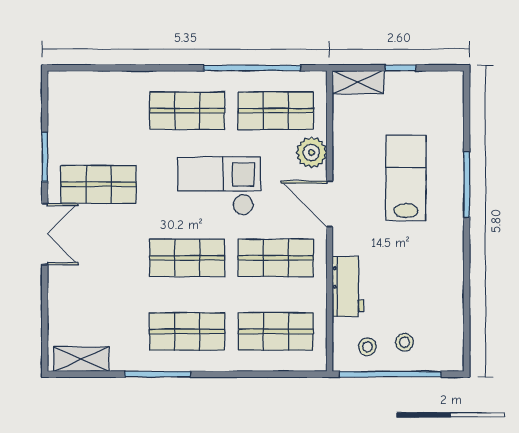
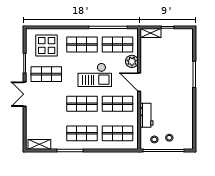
display table: (99, 113) -> (47, 46), added
lab bench: (406, 178) -> (170, 72), removed
checkout: (219, 186) -> (95, 75), turned 180
double door: (45, 234) -> (25, 94), swing flipped

